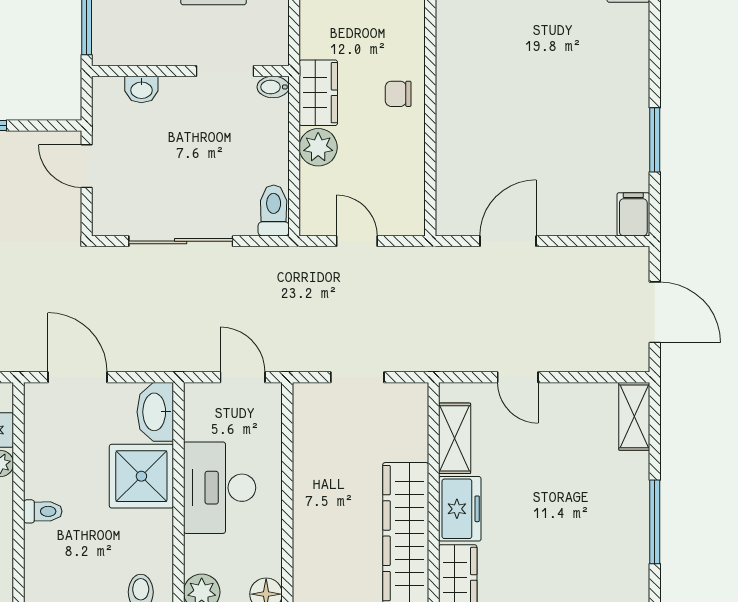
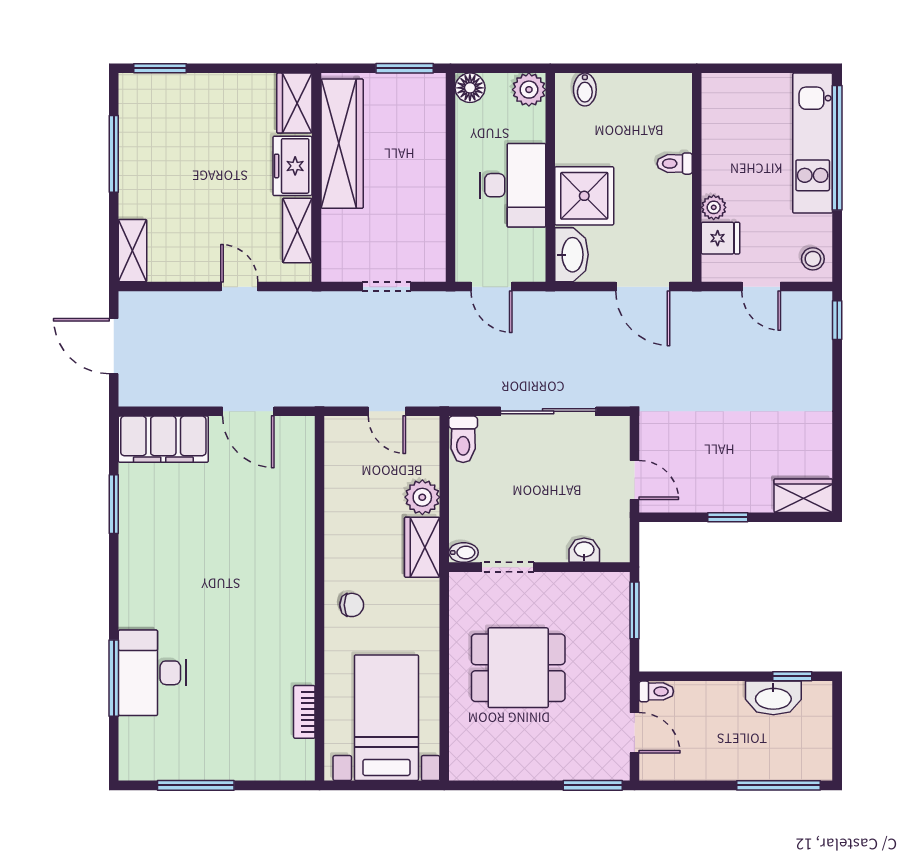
chair: (398, 94) -> (352, 605), moved
filing cabinet: (633, 214) -> (163, 439), width x3.00, depth x1.17
door: (508, 241) -> (248, 411), hinge flipped

